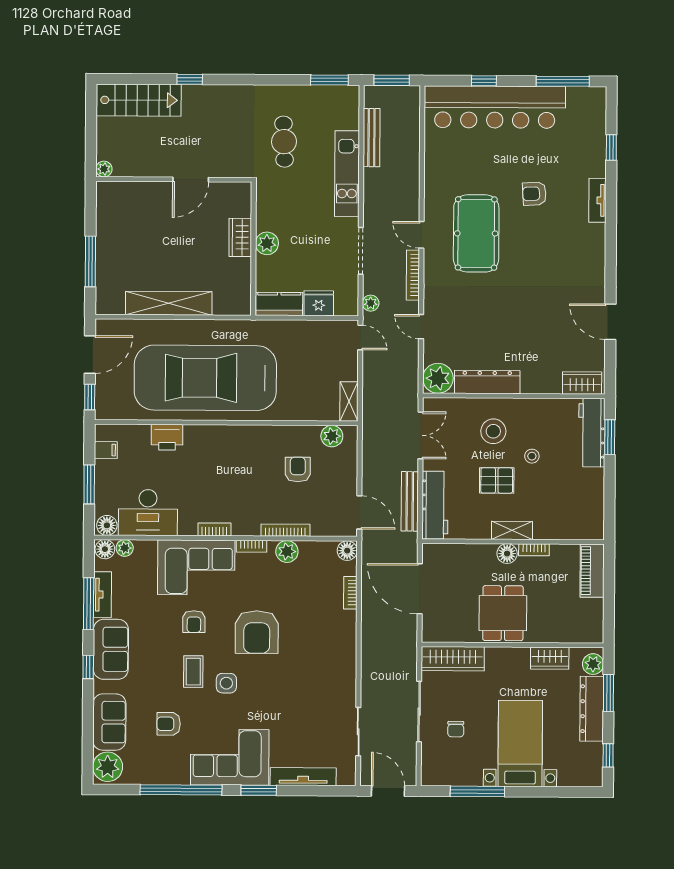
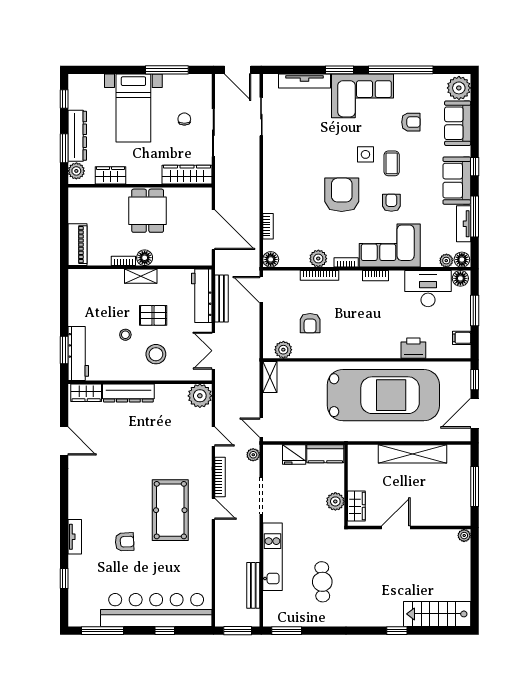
plant: (104, 169) -> (464, 536), moved
wall: (174, 179) -> (409, 528), moved
door: (191, 180) -> (396, 528), moved
dresser: (487, 382) -> (128, 393), moved

